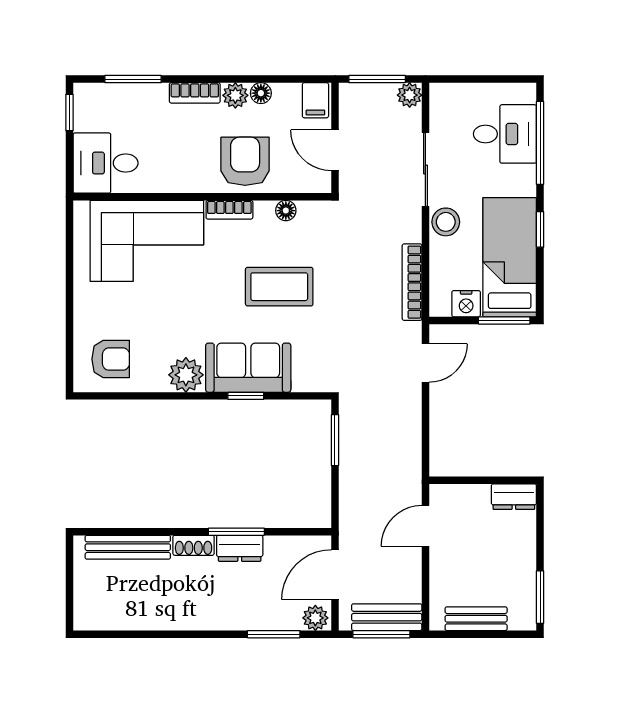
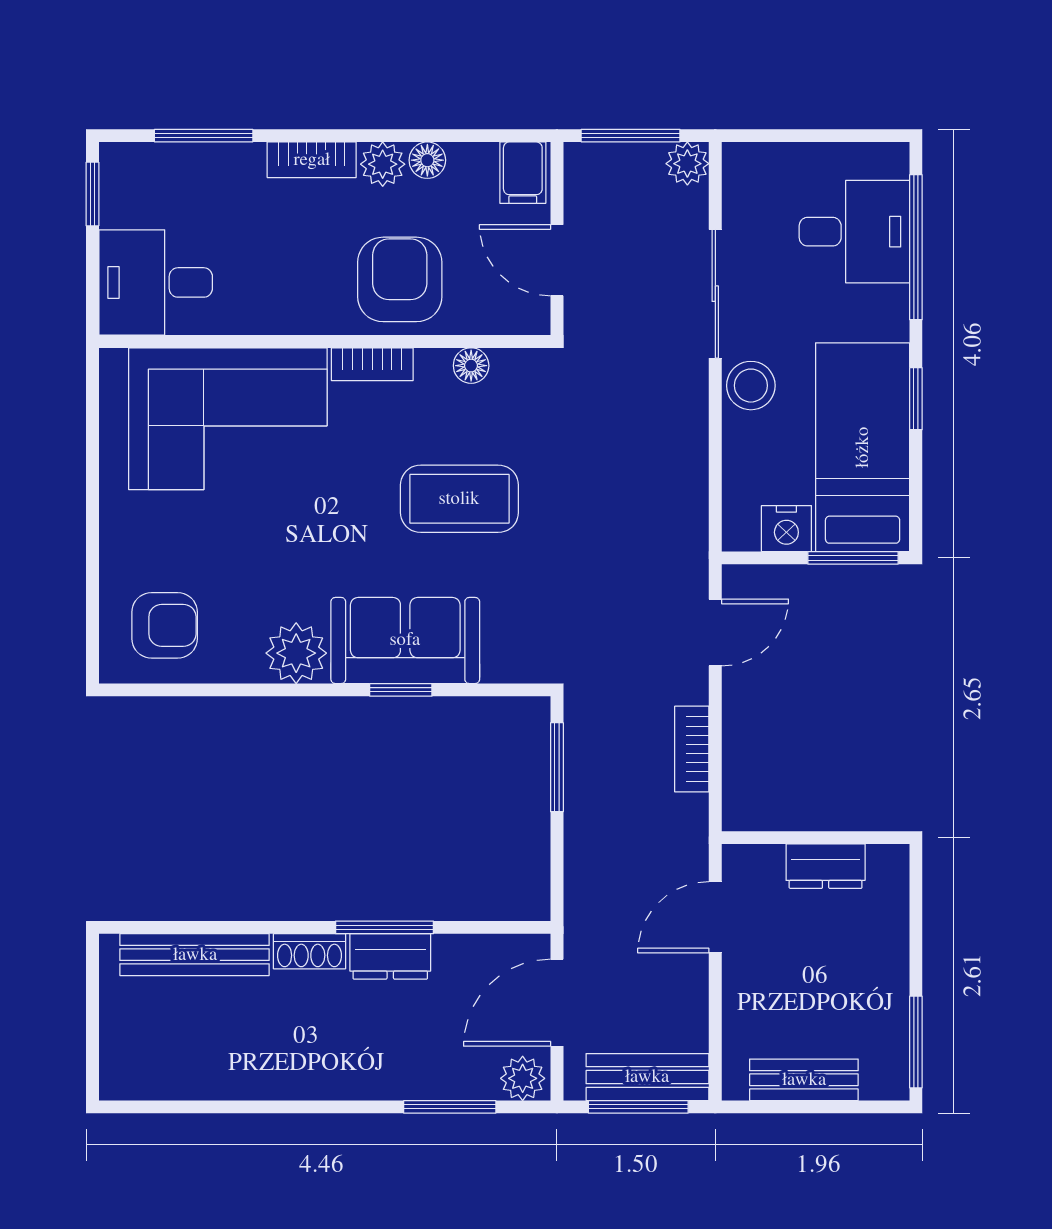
bookcase: (412, 282) -> (692, 749), moved, width x0.64
dresser: (514, 497) -> (826, 866), moved

